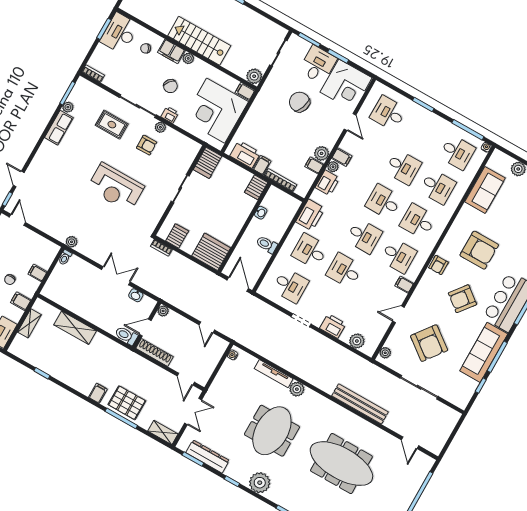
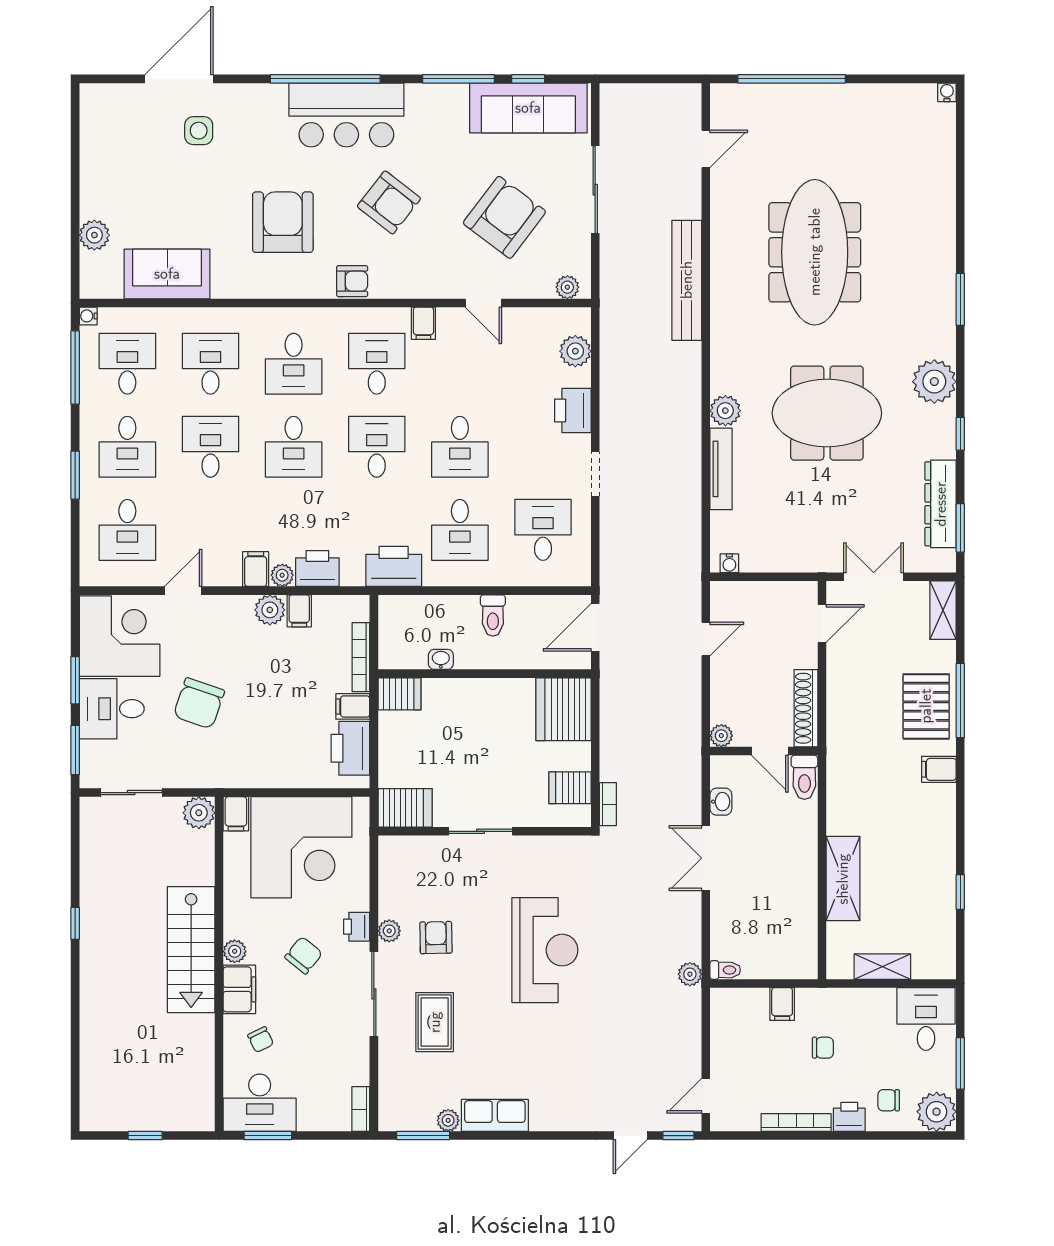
desk: (423, 133) -> (127, 447), added
filing cabinet: (21, 301) -> (851, 1005), removed
sofa: (484, 352) -> (528, 108), moved

